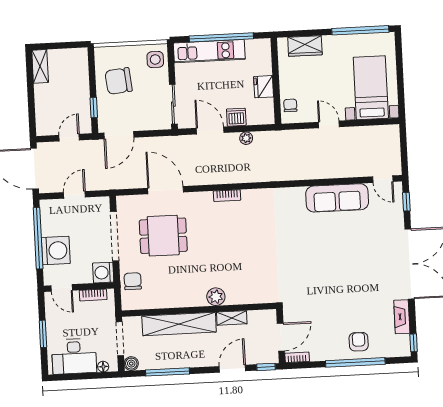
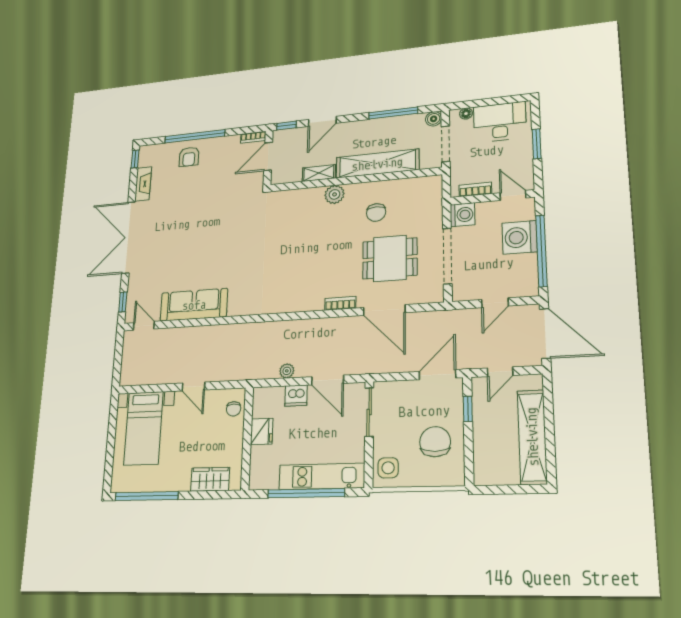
shelving: (40, 66) -> (532, 437), width x2.20, depth x1.33
chair: (119, 81) -> (435, 442), turned -84
bookcase: (227, 196) -> (340, 303), moved
chair: (133, 281) -> (376, 213), moved

